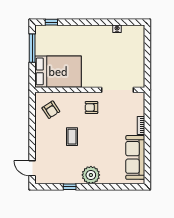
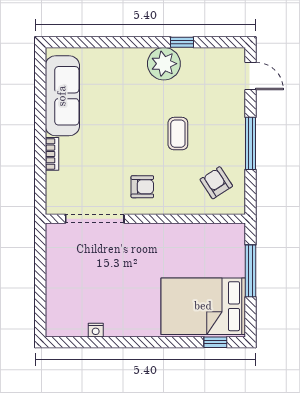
window: (32, 48) -> (250, 271), moved
bed: (58, 71) -> (203, 306), moved
window: (32, 131) -> (250, 143), added
plant: (91, 175) -> (164, 64), moved

